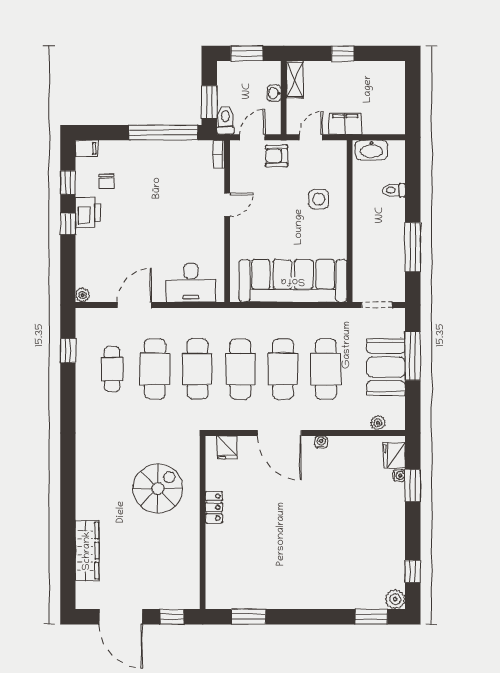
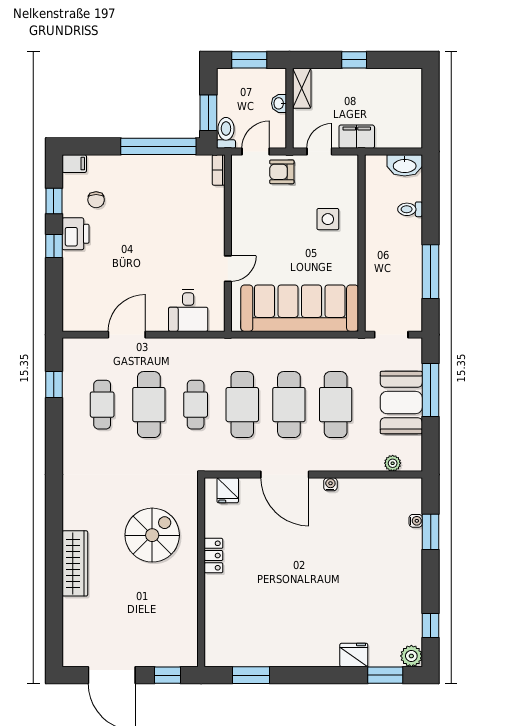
washbasin: (371, 150) -> (405, 165), moved
door: (227, 205) -> (228, 269), moved
desk: (191, 283) -> (188, 310), width x0.73
plant: (83, 295) -> (70, 324), removed
cafe table: (198, 369) -> (196, 405), width x0.73, depth x0.74
fridge: (394, 455) -> (354, 655), moved, turned 90
wardrobe: (87, 551) -> (75, 563), moved

